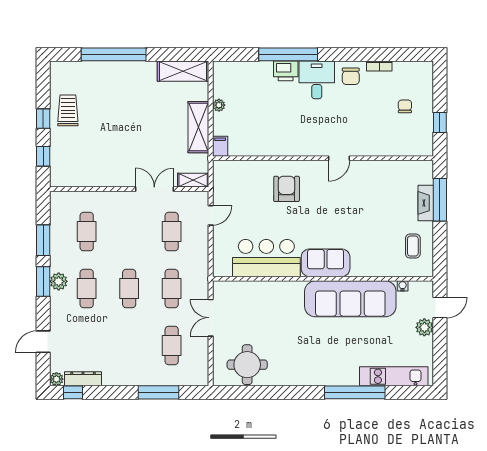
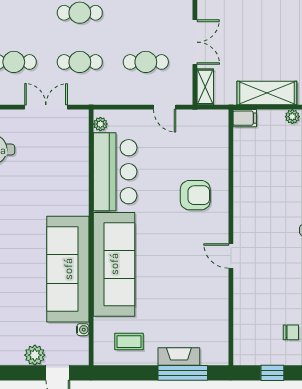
sofa: (326, 263) -> (114, 264), width x1.85, depth x1.27
plant: (225, 271) -> (100, 124), added

